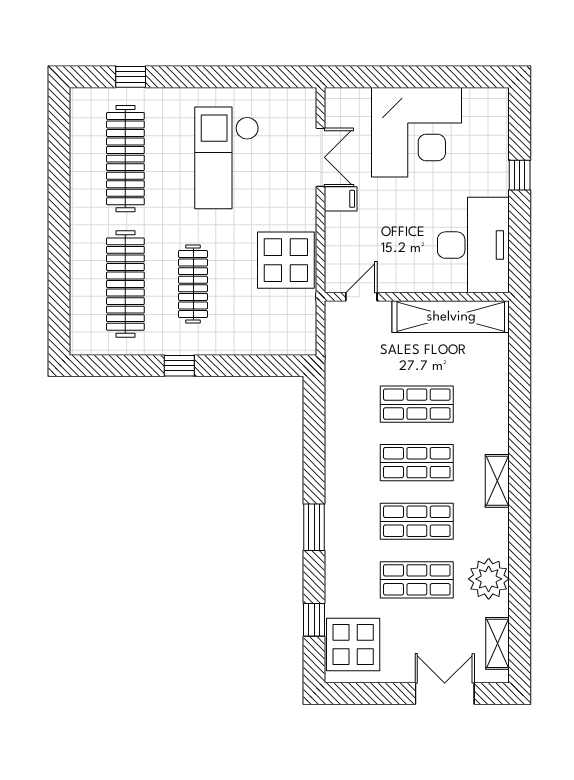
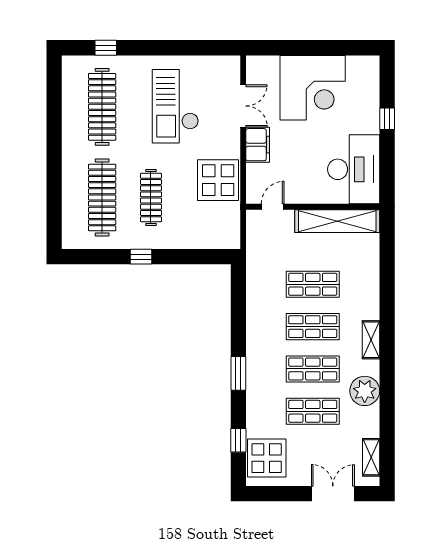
filing cabinet: (341, 199) -> (258, 145), width x2.00
plant: (489, 579) -> (365, 391), moved

